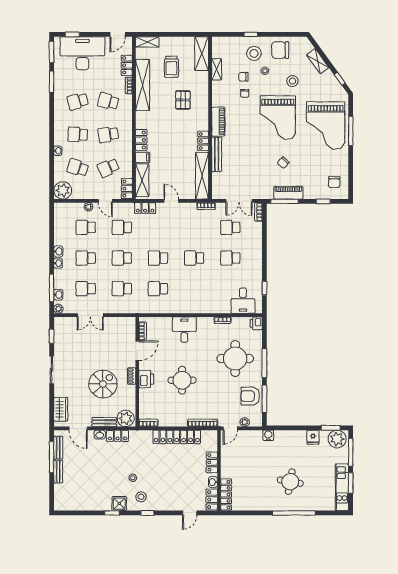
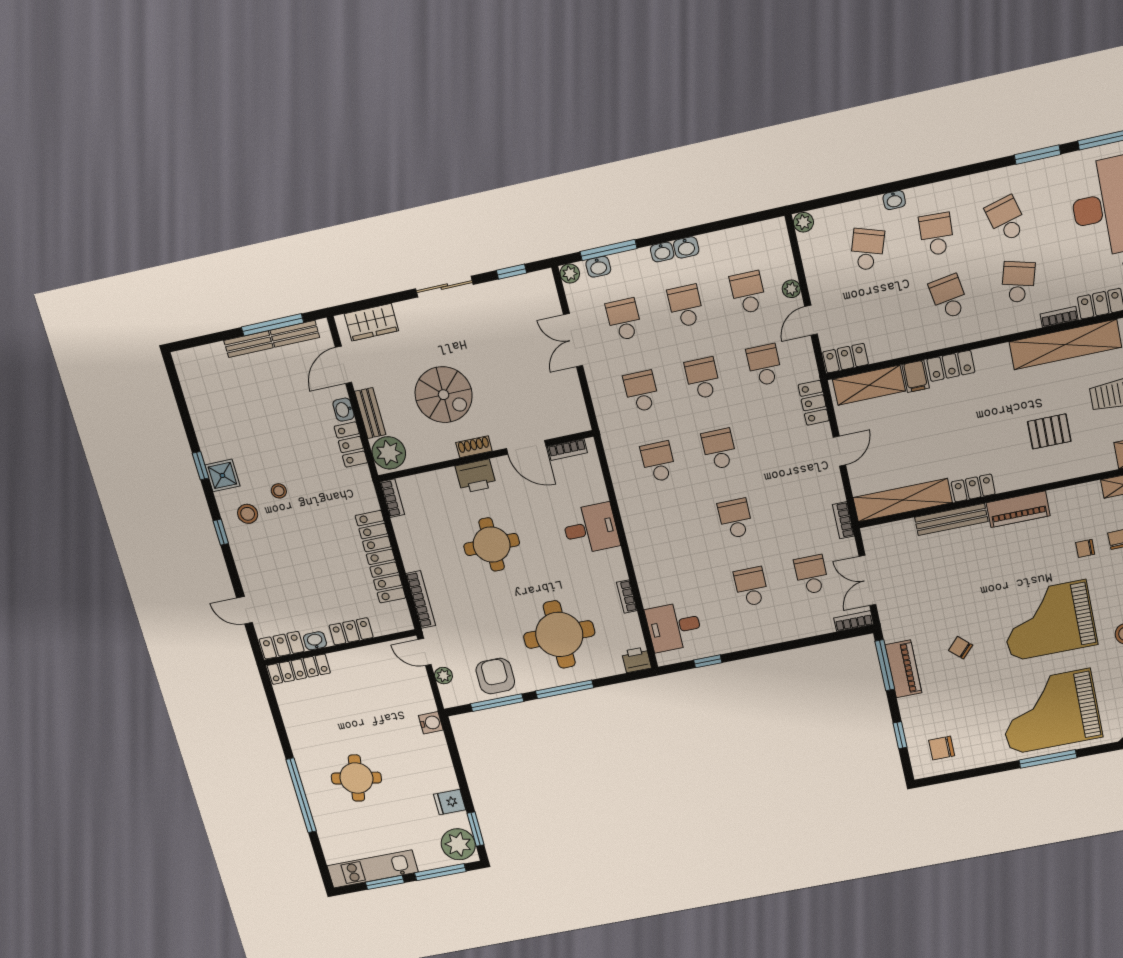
school desk: (108, 168) -> (880, 312), removed
plant: (63, 190) -> (803, 222), width x0.53, depth x0.53

